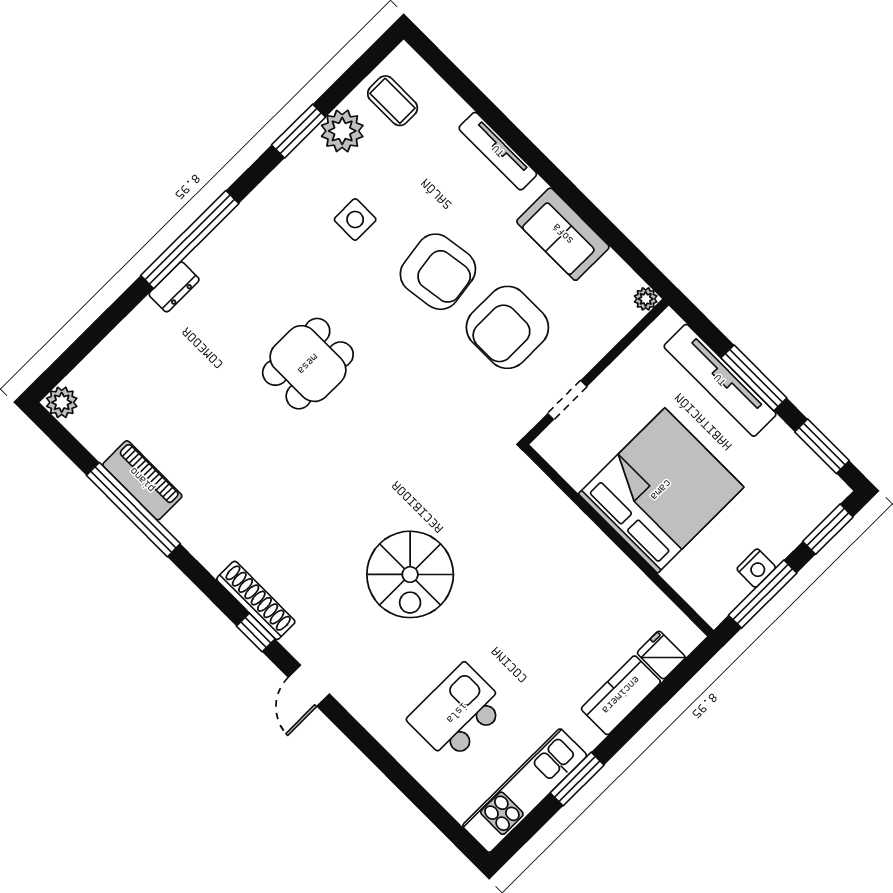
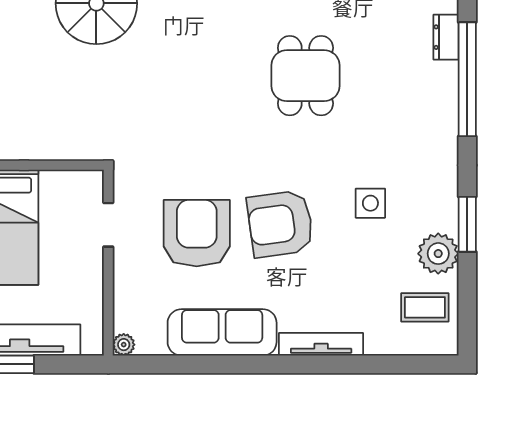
sofa: (563, 234) -> (222, 332), width x1.36

